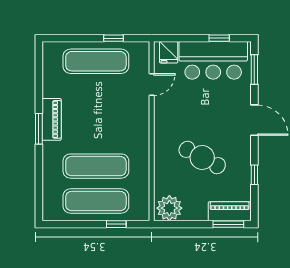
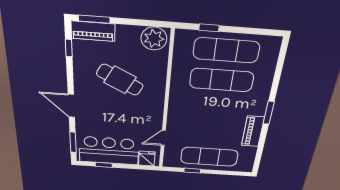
piano: (52, 119) -> (253, 131), moved
window: (254, 175) -> (69, 48), moved

